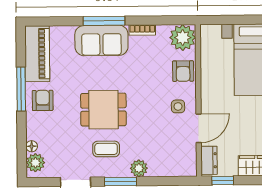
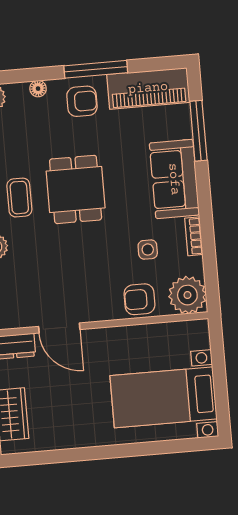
window: (104, 21) -> (198, 131), moved
side table: (178, 106) -> (148, 250), moved
floor lamp: (32, 146) -> (38, 89), moved

